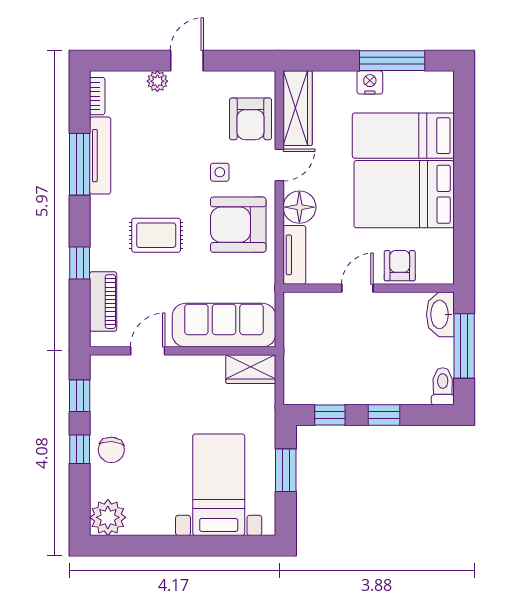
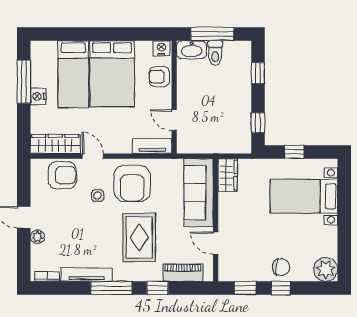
window: (80, 164) -> (111, 288), moved
floor lamp: (299, 207) -> (121, 143), removed
rug: (156, 235) -> (139, 238), width x1.36, depth x1.43
nightstand: (443, 269) -> (161, 48), added
door: (357, 288) -> (174, 120), moved
toilet: (443, 386) -> (215, 53), moved, turned -90
window: (384, 415) -> (258, 73), moved
window: (286, 470) -> (294, 152), width x0.67

